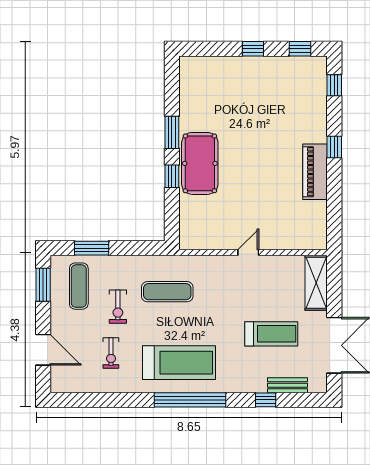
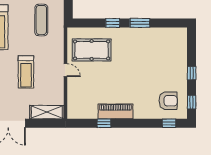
armchair: (298, 87) -> (168, 101), added
window: (334, 147) -> (104, 123), moved
pool table: (200, 163) -> (92, 50), moved
treadmill: (271, 334) -> (26, 72), moved

